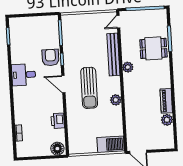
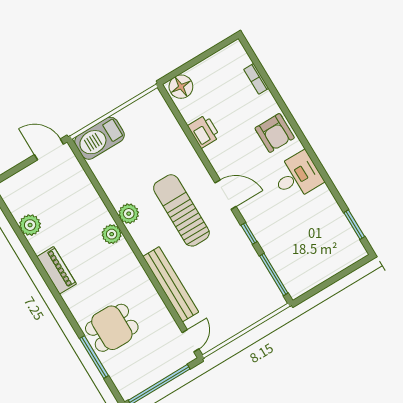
armchair: (50, 57) -> (275, 133), moved
plant: (128, 67) -> (112, 234), moved
piano: (166, 101) -> (57, 270), moved

